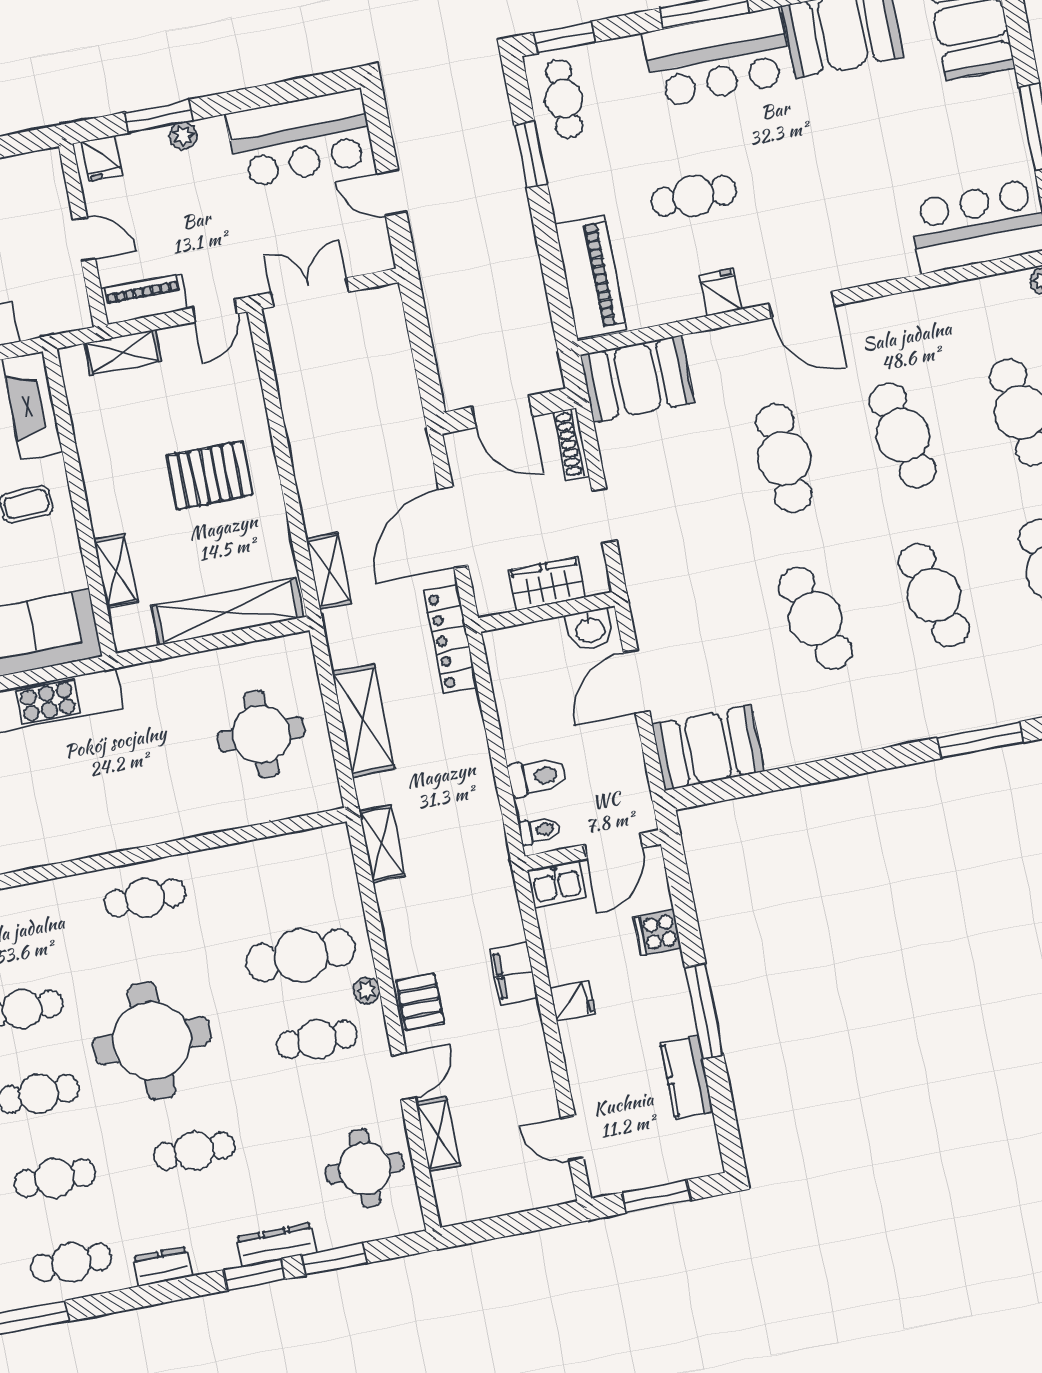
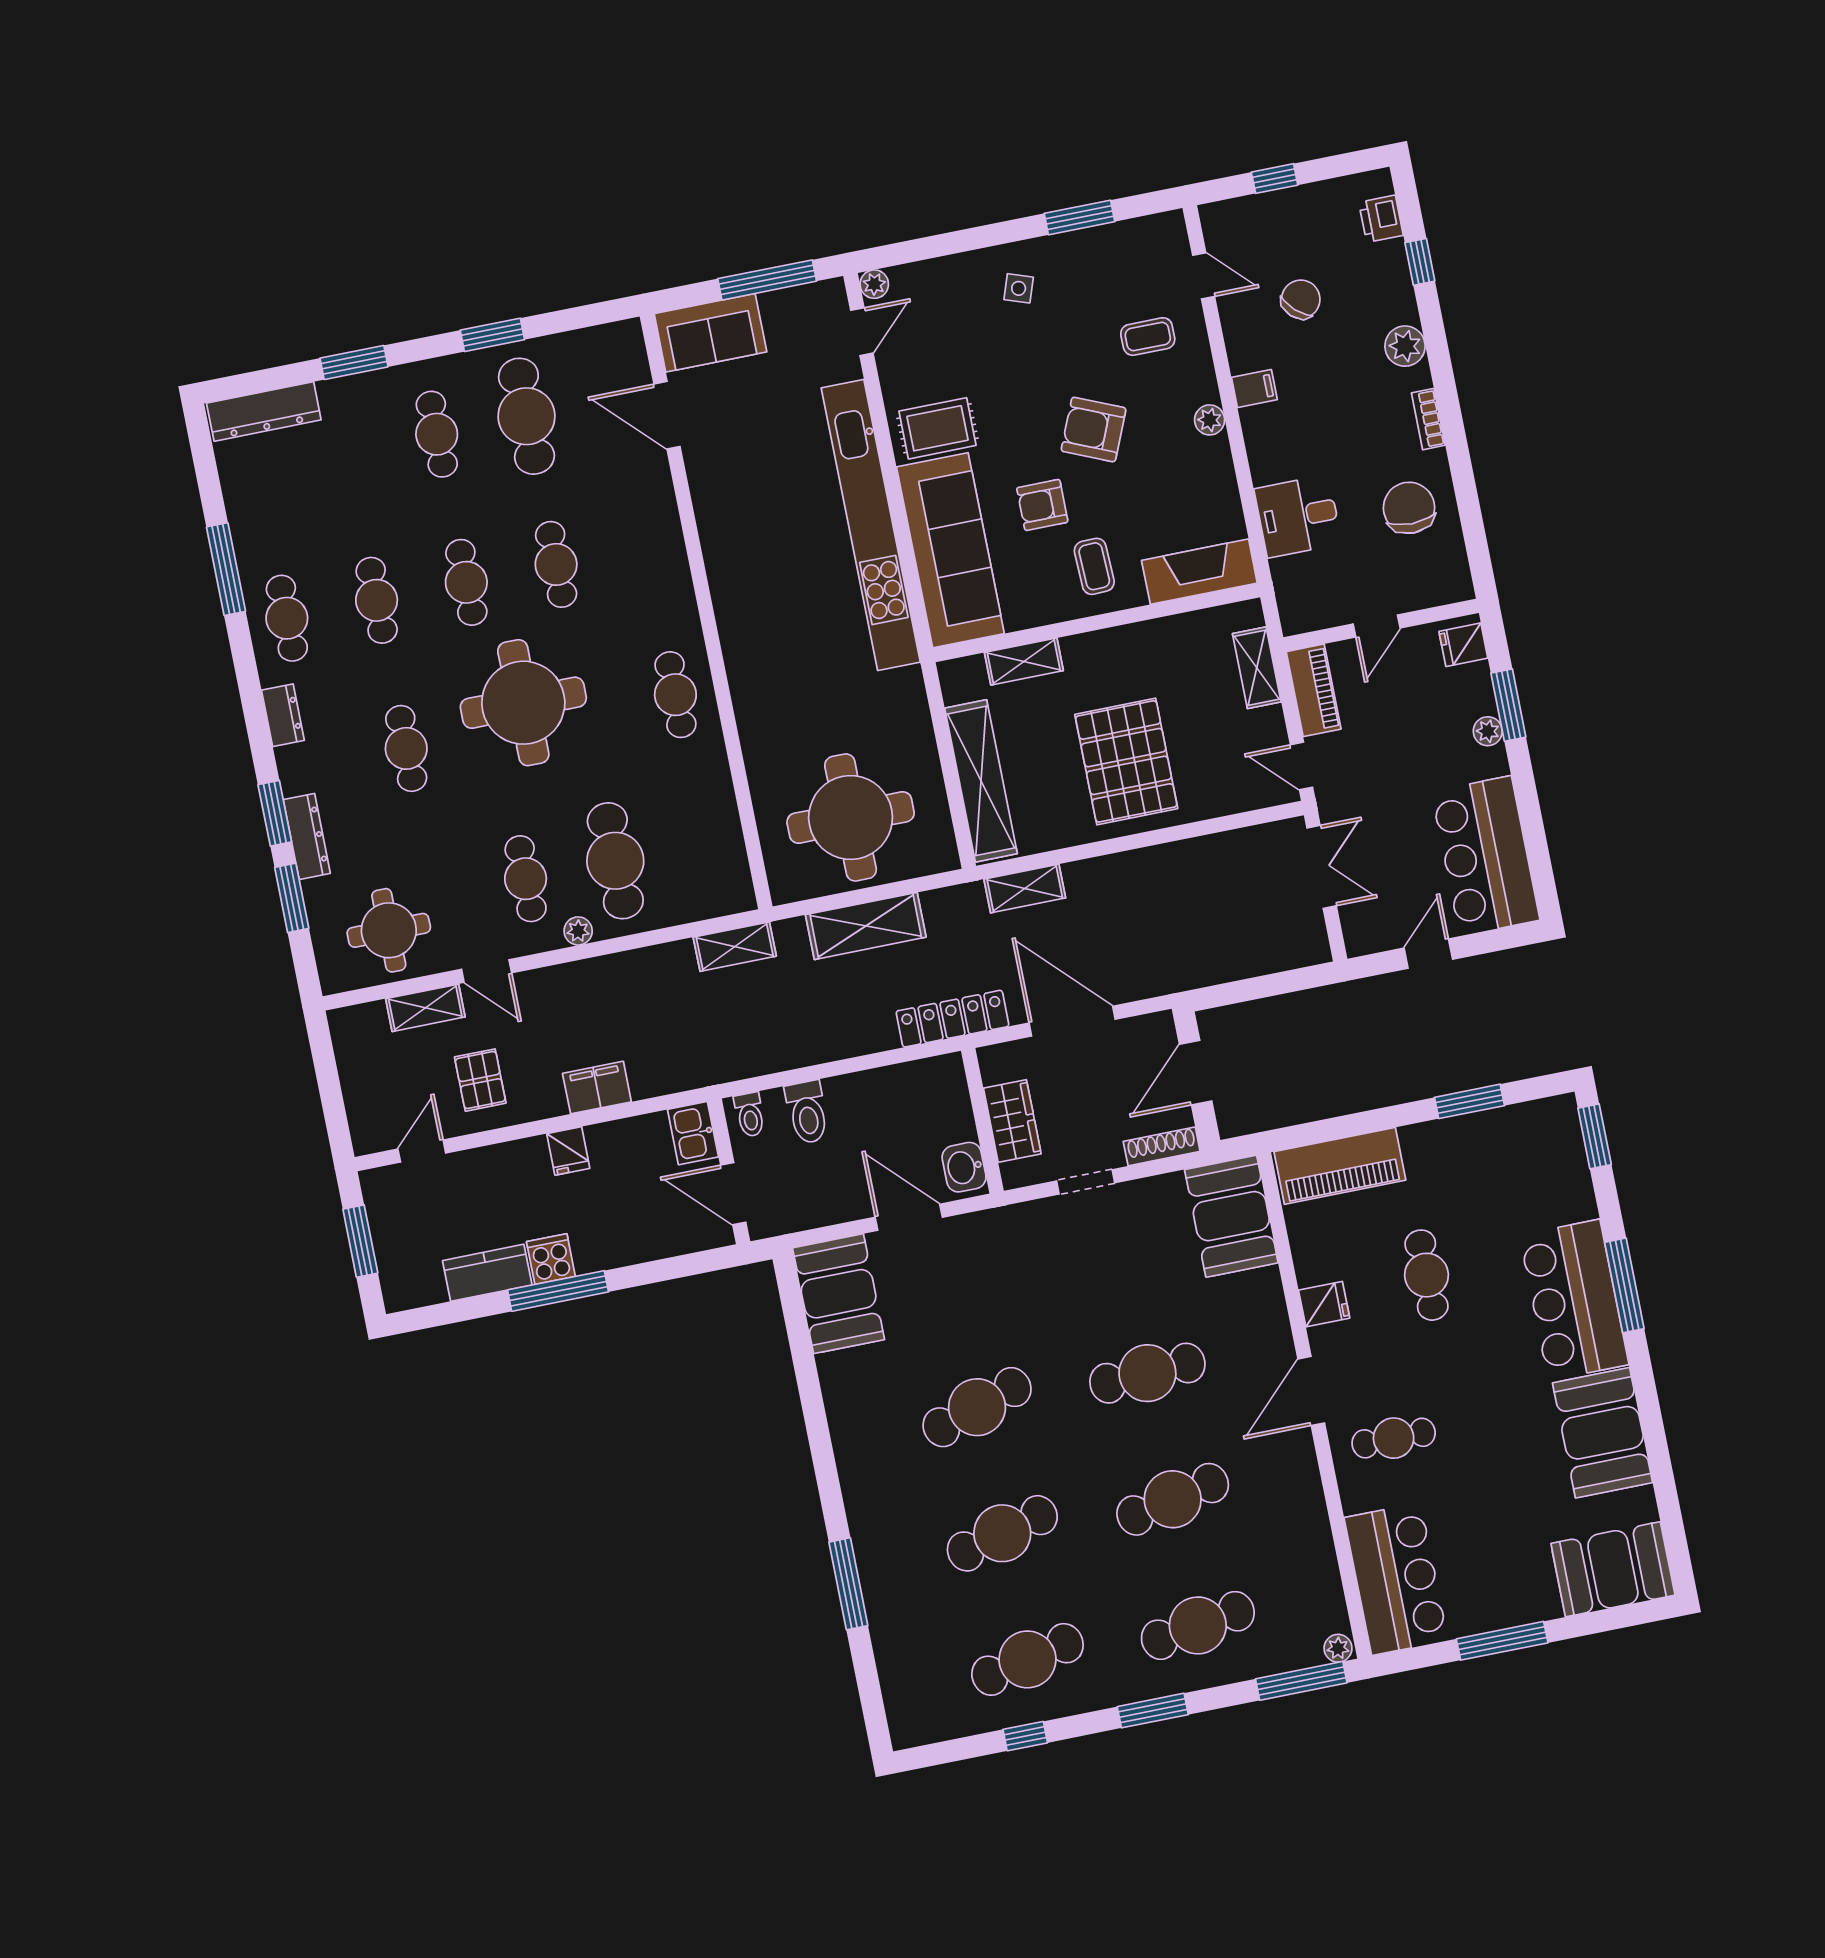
cafe table: (564, 99) -> (1394, 1438), moved
pallet: (210, 475) -> (1126, 761), width x1.37, depth x1.41
round table: (261, 734) -> (851, 817), width x1.36, depth x1.36
cooker: (658, 932) -> (551, 1259), moved
pallet: (420, 1002) -> (480, 1080), moved, turned 90

